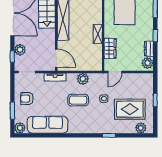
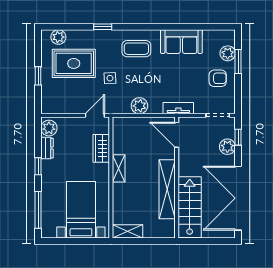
coffee table: (78, 100) -> (136, 49), moved
sofa: (47, 125) -> (181, 42), width x0.73
plant: (20, 128) -> (228, 53), moved

